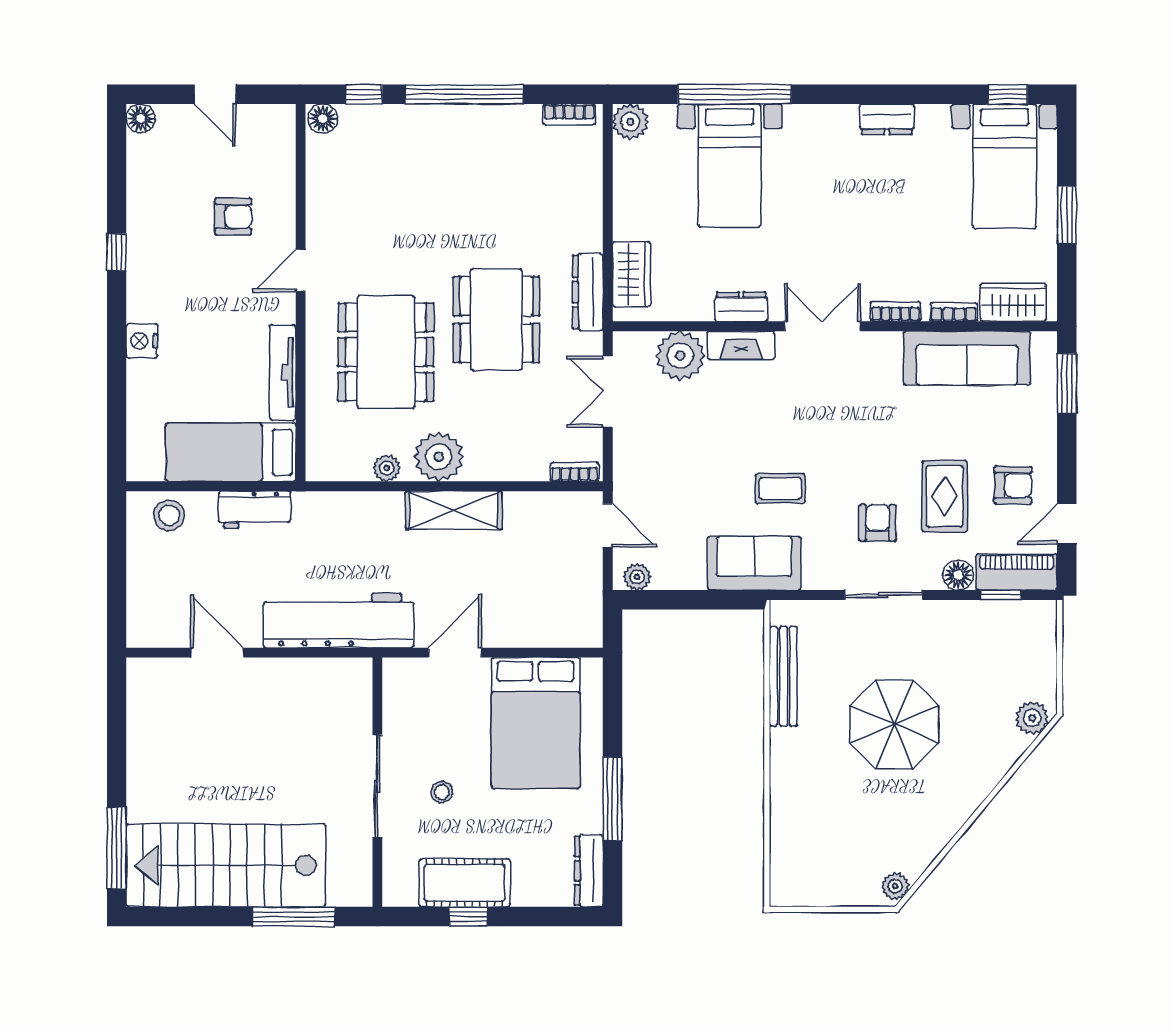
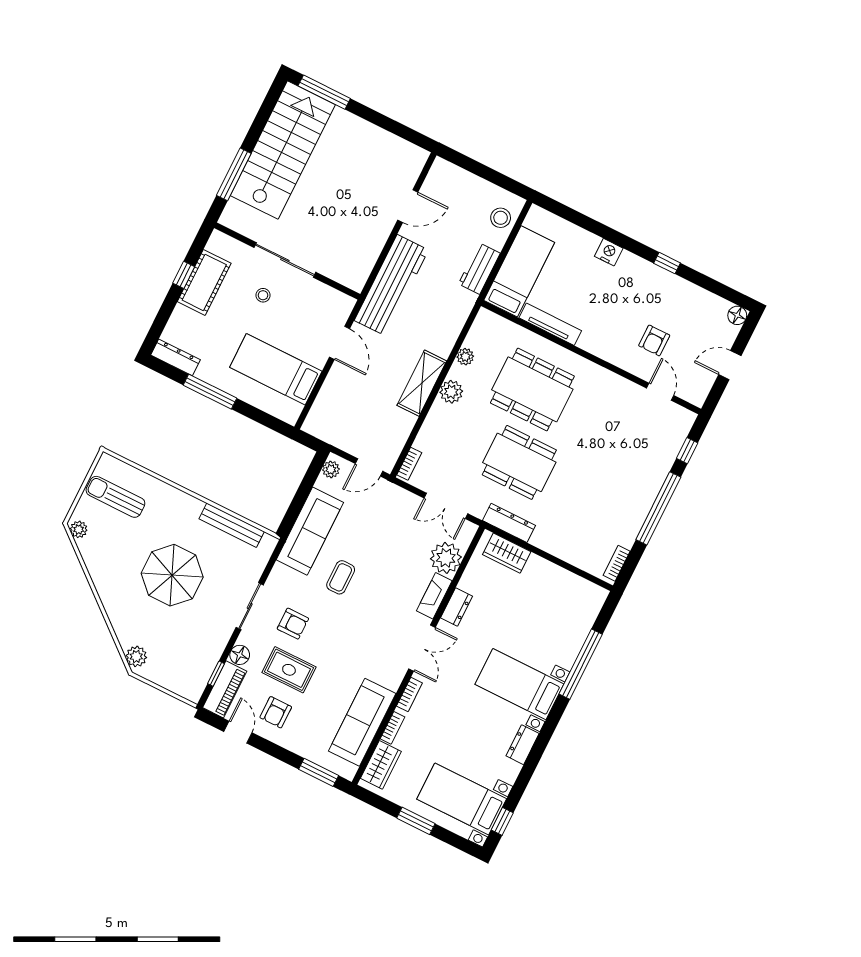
floor lamp: (323, 119) -> (685, 420), removed
plant: (630, 122) -> (595, 596), removed
bed with nightstands: (730, 166) -> (519, 684), moved
door: (301, 270) -> (660, 392), moved
double door: (608, 392) -> (446, 506), swing flipped
plant: (439, 457) -> (451, 392), width x0.73, depth x0.73
sofa: (754, 563) -> (310, 531), width x1.36
bed: (536, 723) -> (276, 369), width x0.67
sun lounger: (824, 858) -> (115, 497), added

